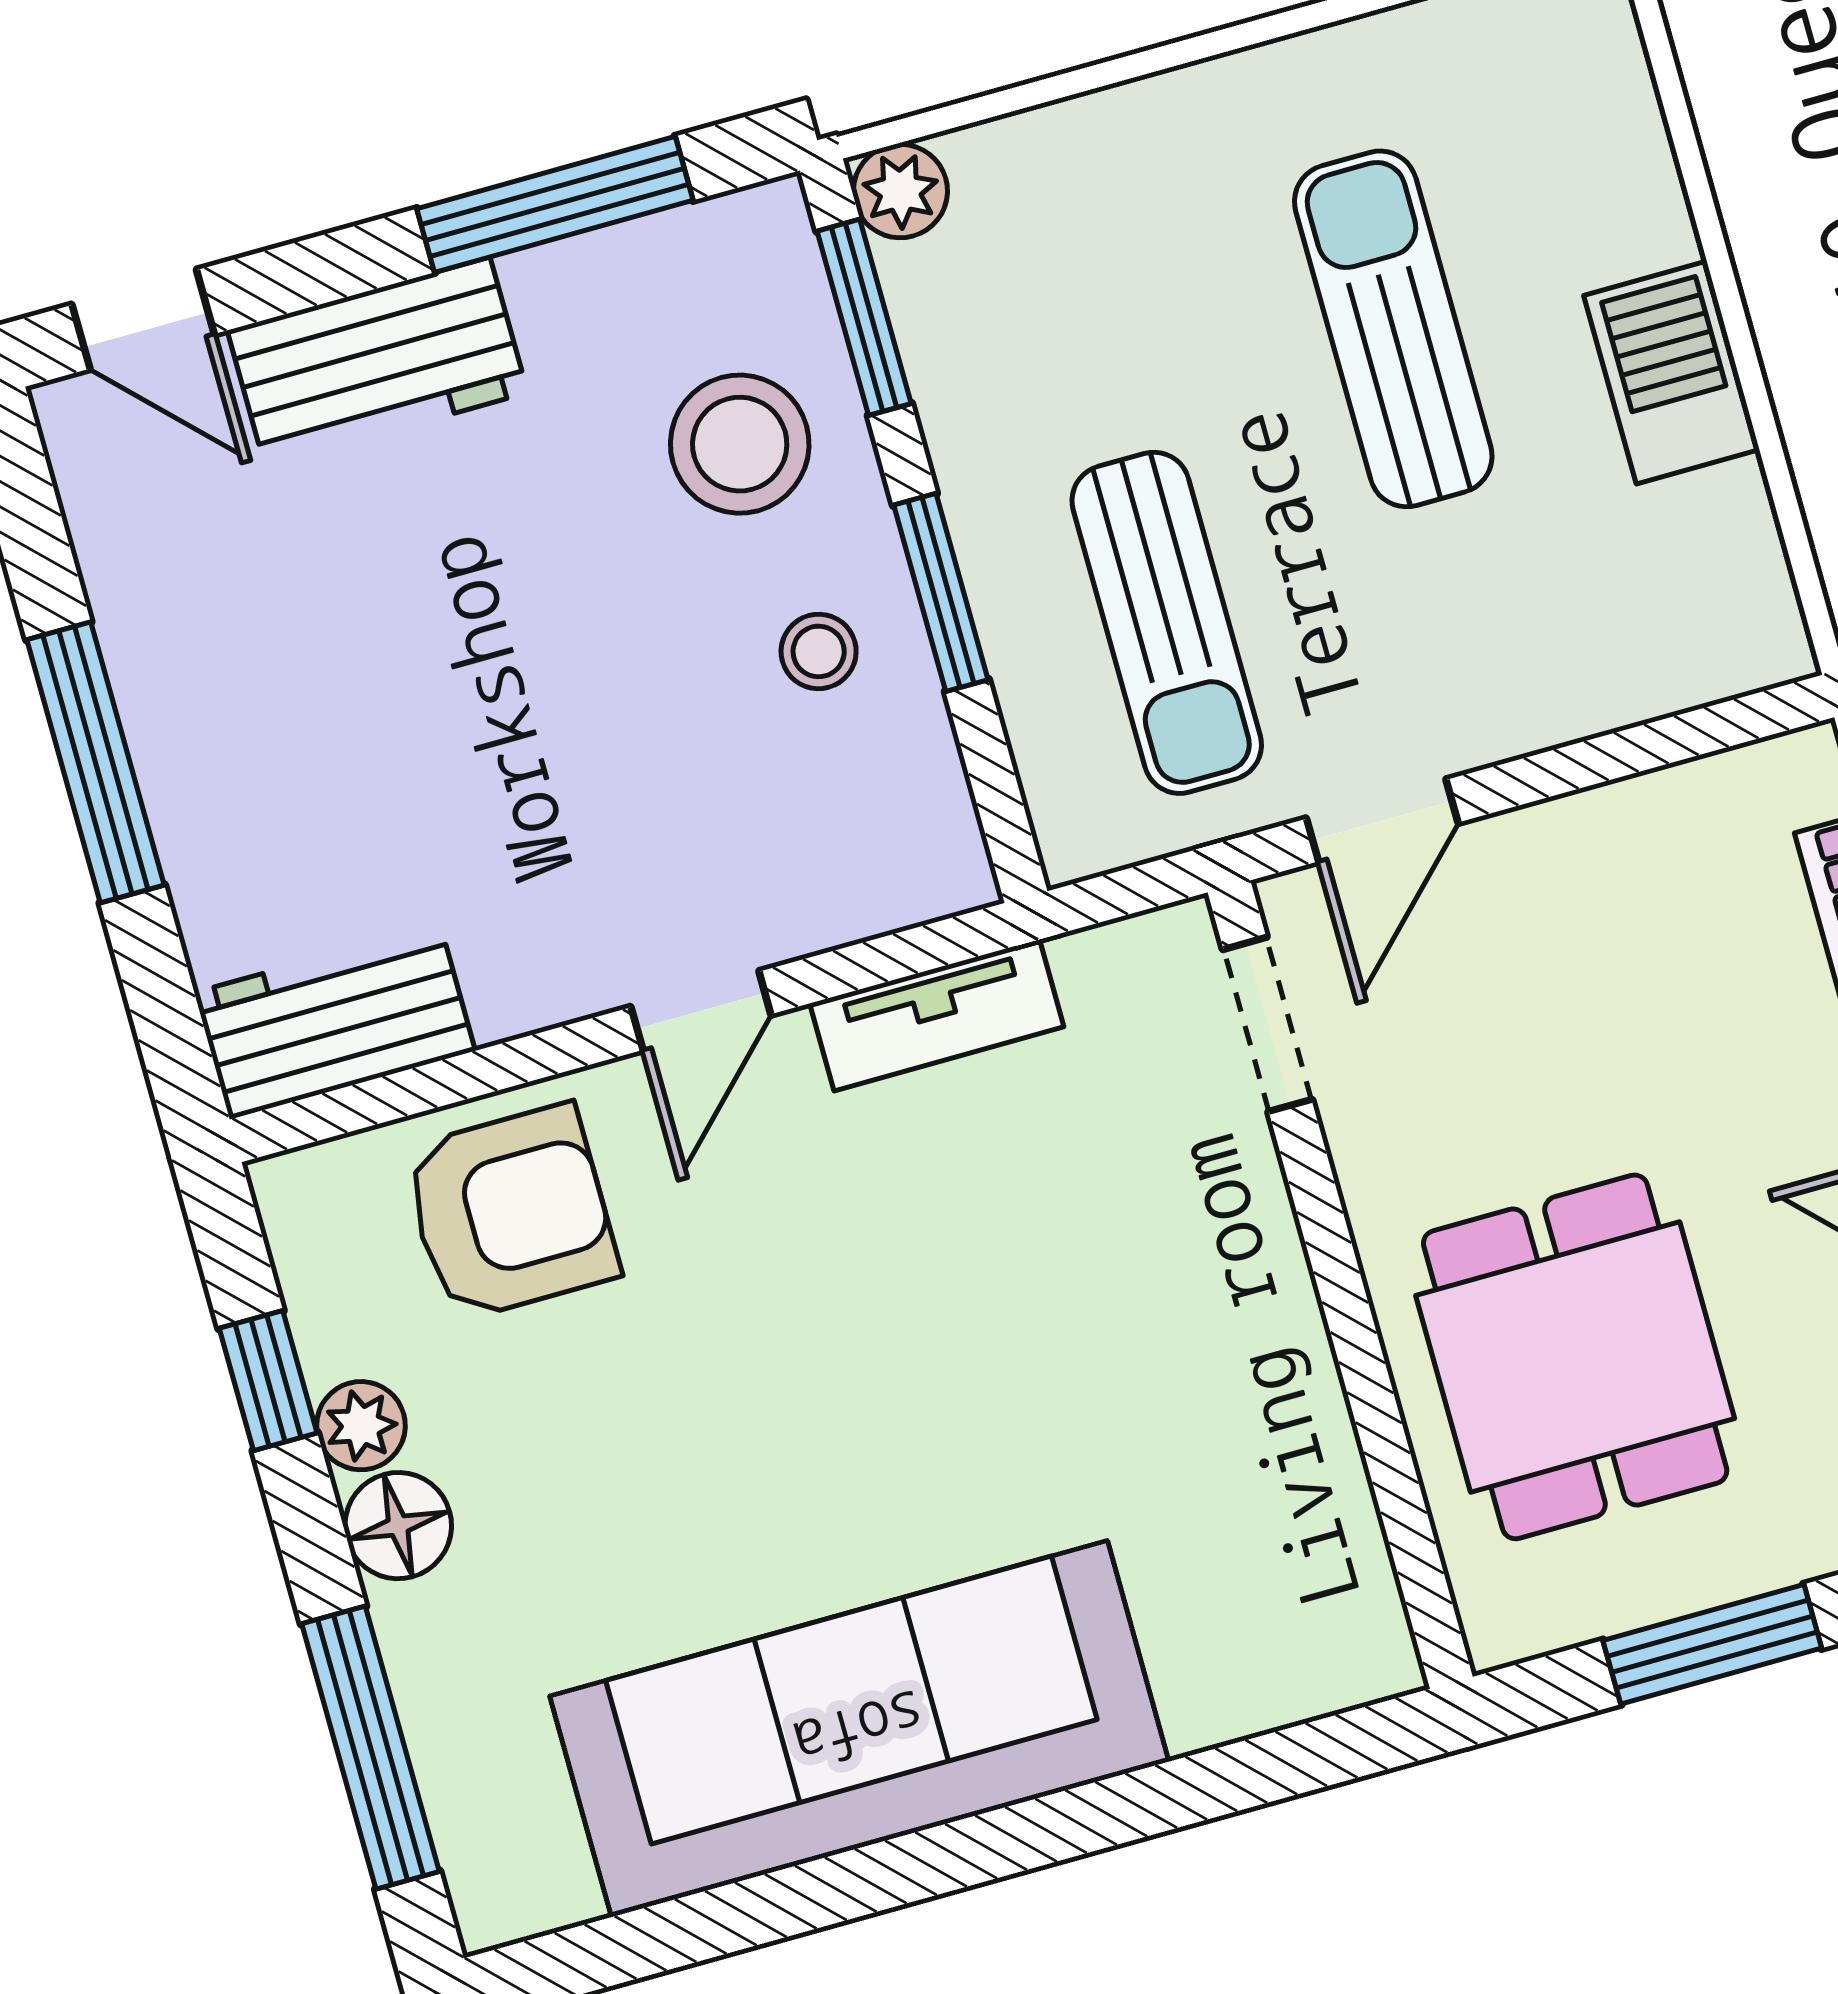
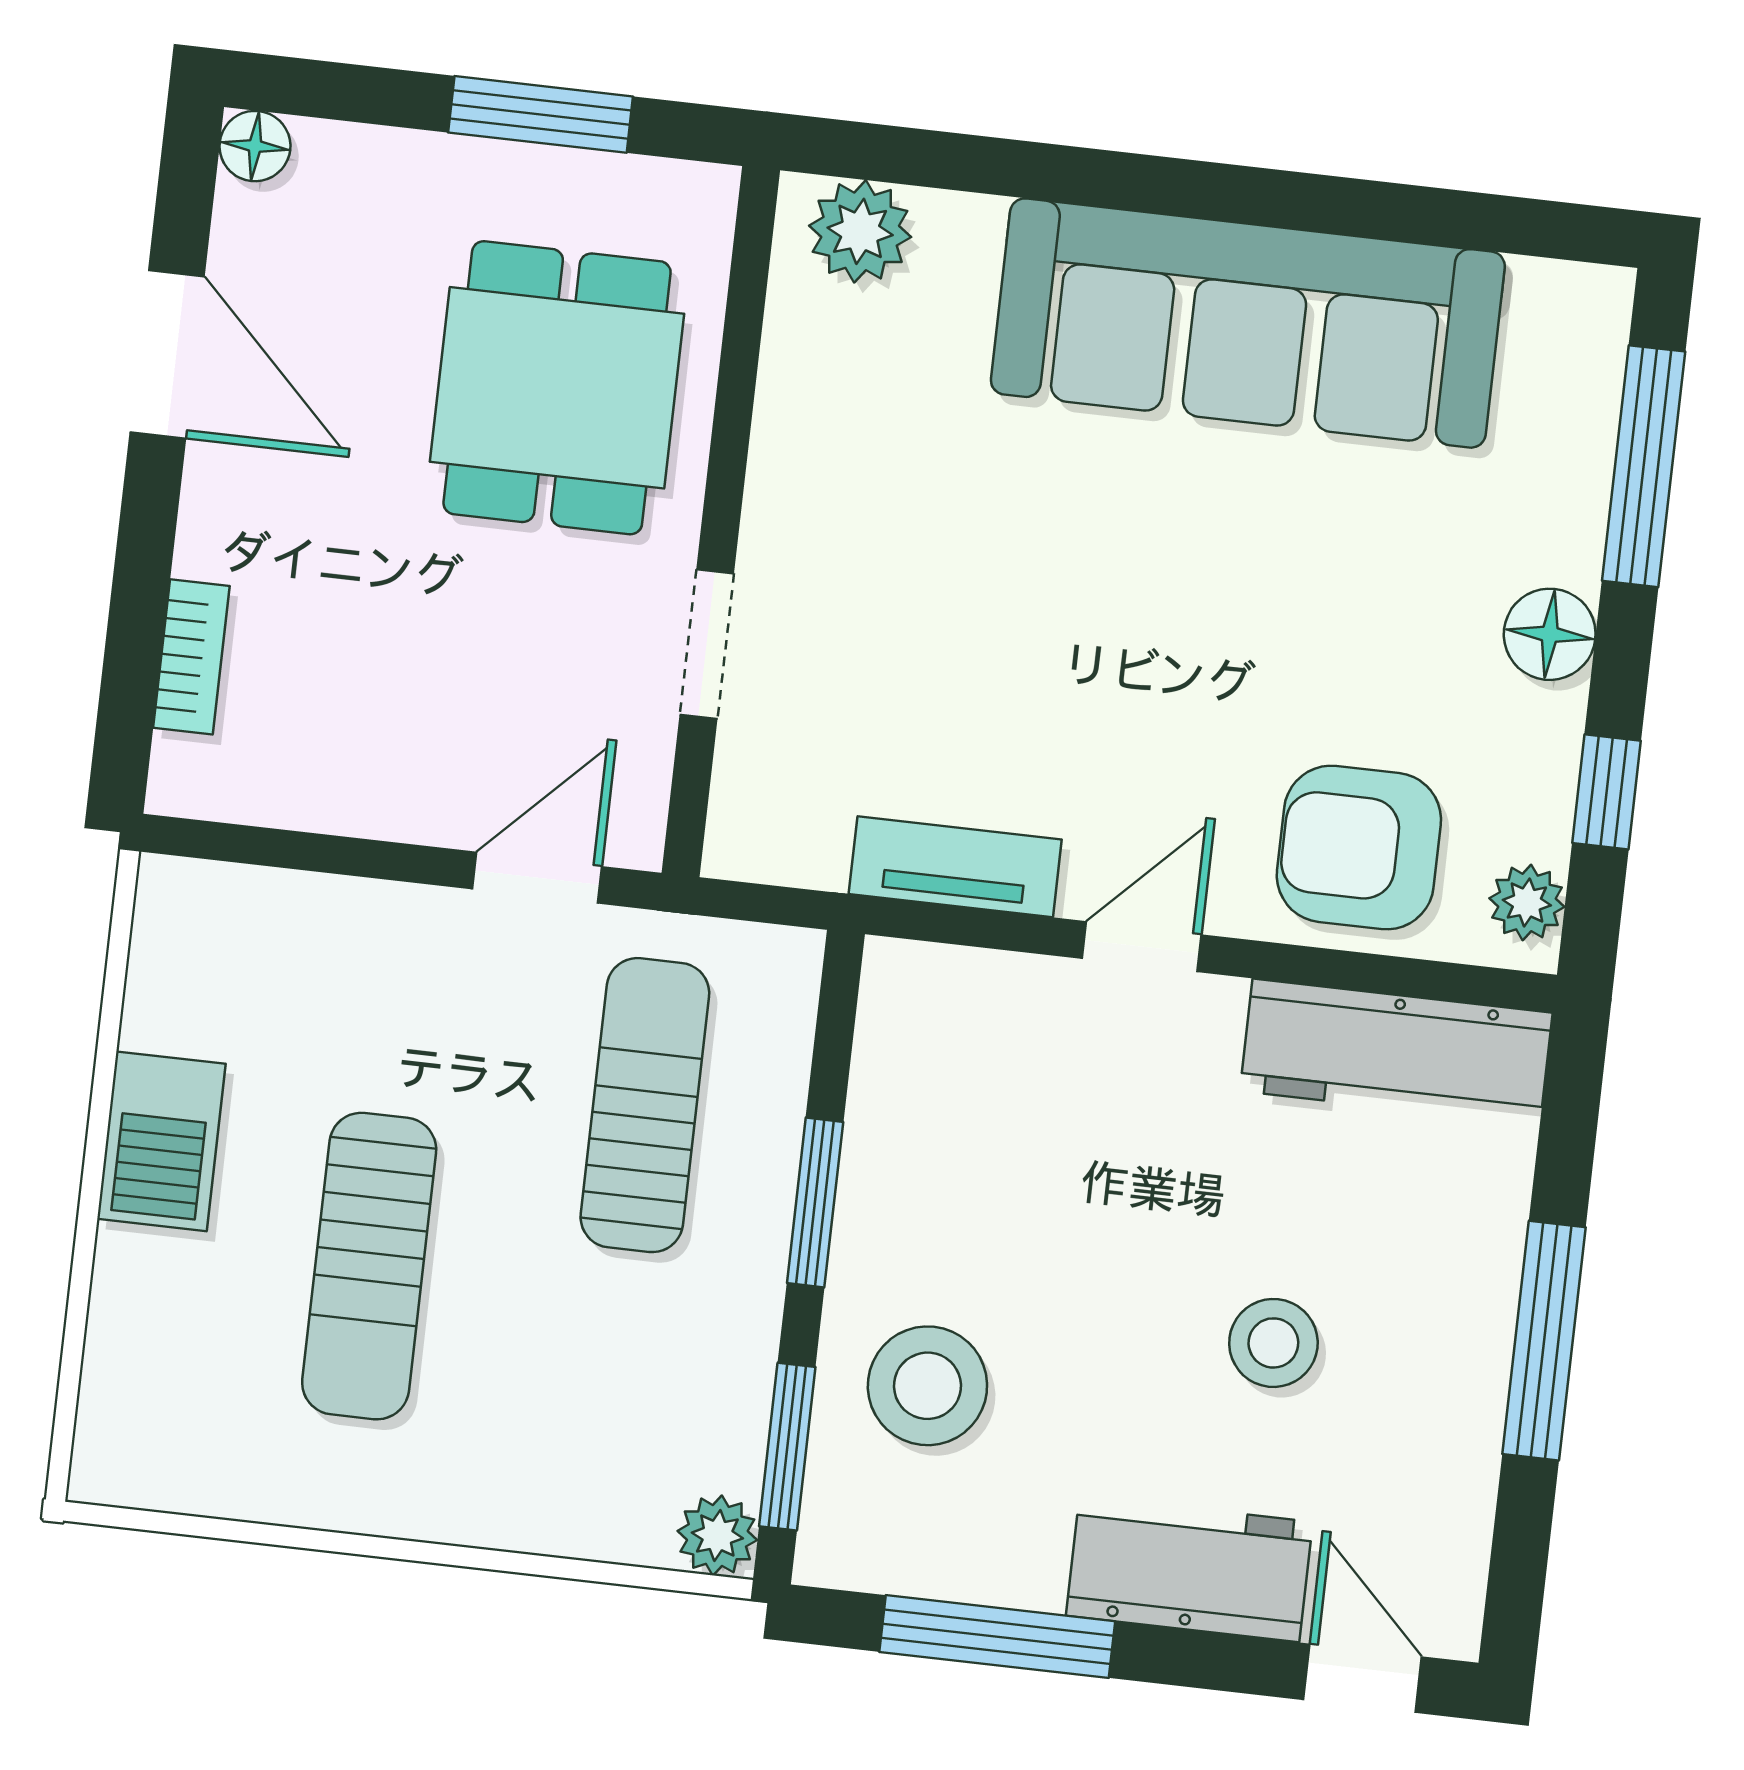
stool: (819, 651) -> (1273, 1343), moved, width x1.37, depth x1.37
workbench: (335, 1022) -> (1396, 1052), width x1.38
doorway: (1268, 1024) -> (707, 644), moved
plant: (361, 1426) -> (1527, 903), moved
plant: (1317, 1658) -> (860, 231), added

